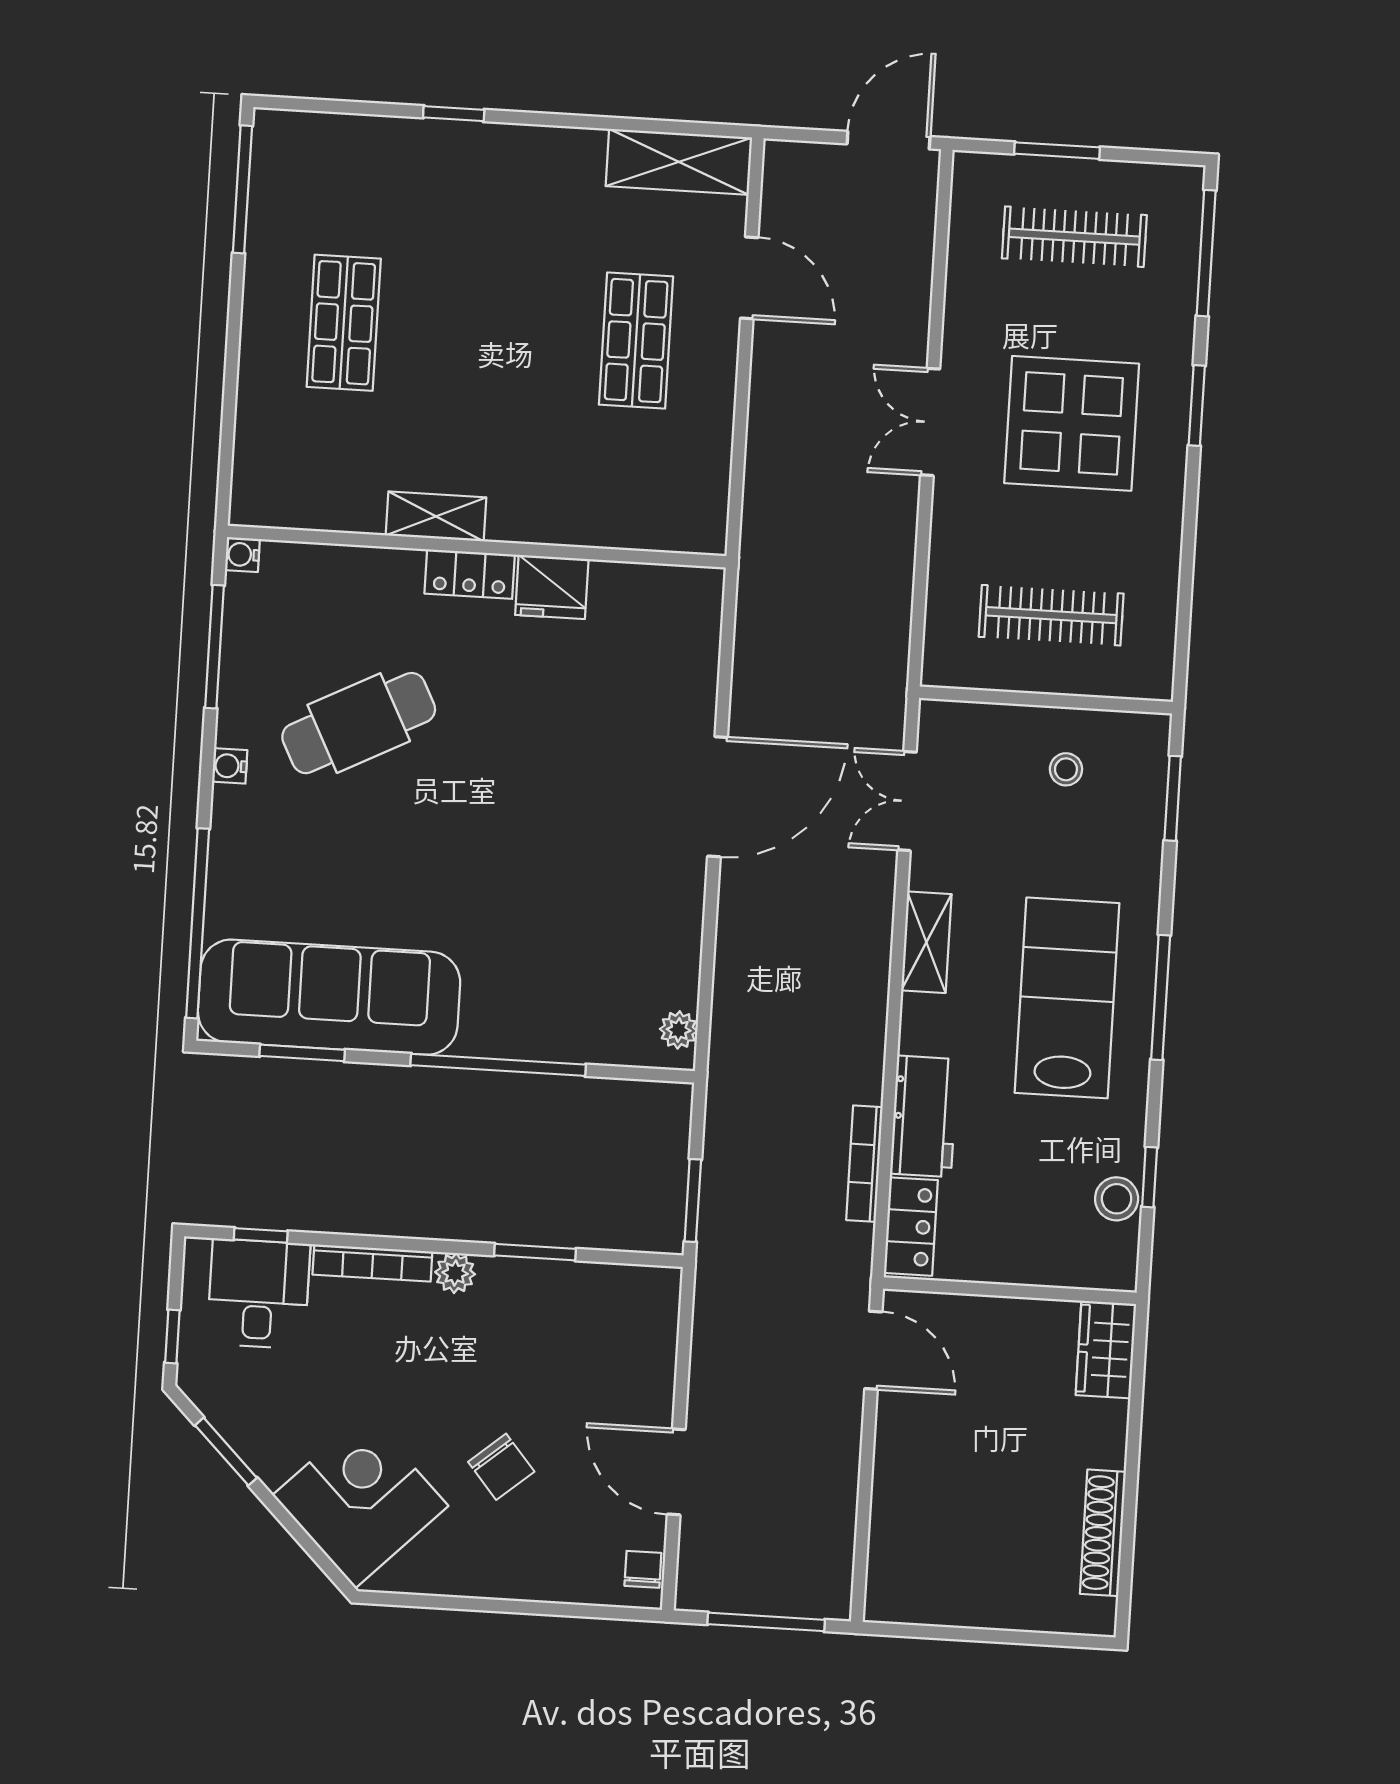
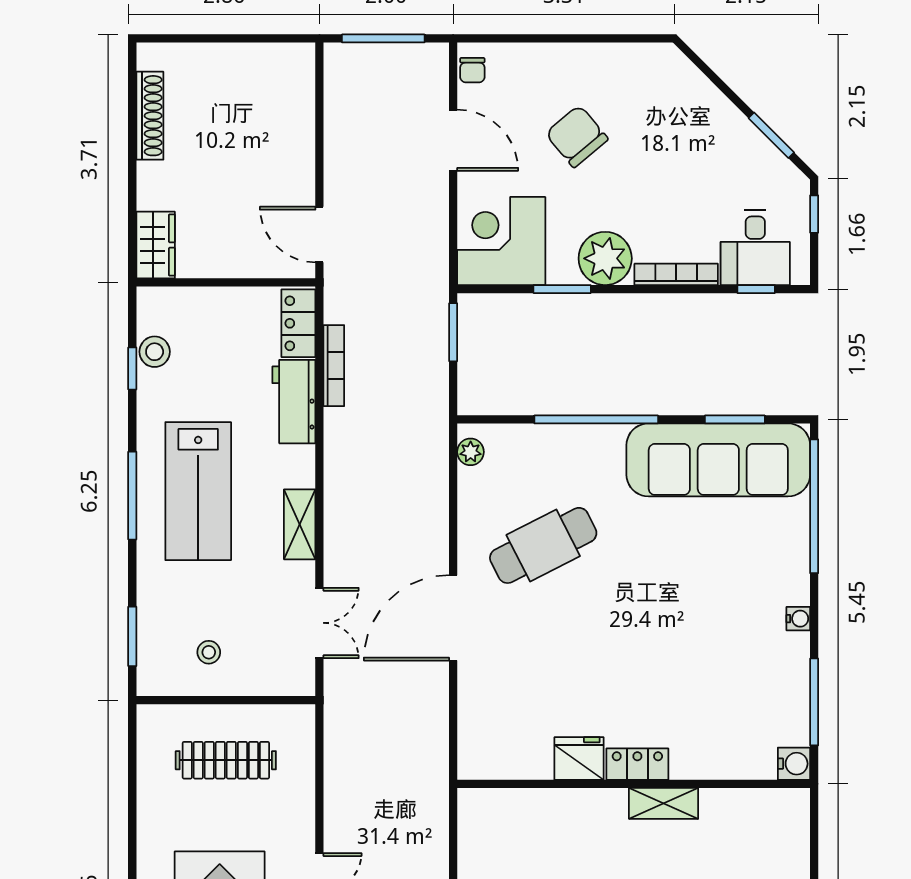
water cooler: (242, 555) -> (794, 764), width x1.38, depth x1.38
cafe table: (359, 723) -> (543, 545), moved
plant: (455, 1273) -> (605, 258), width x1.88, depth x1.88
chair: (501, 1467) -> (577, 136), width x1.37, depth x1.37
corner desk: (360, 1501) -> (501, 241), moved, turned 135

